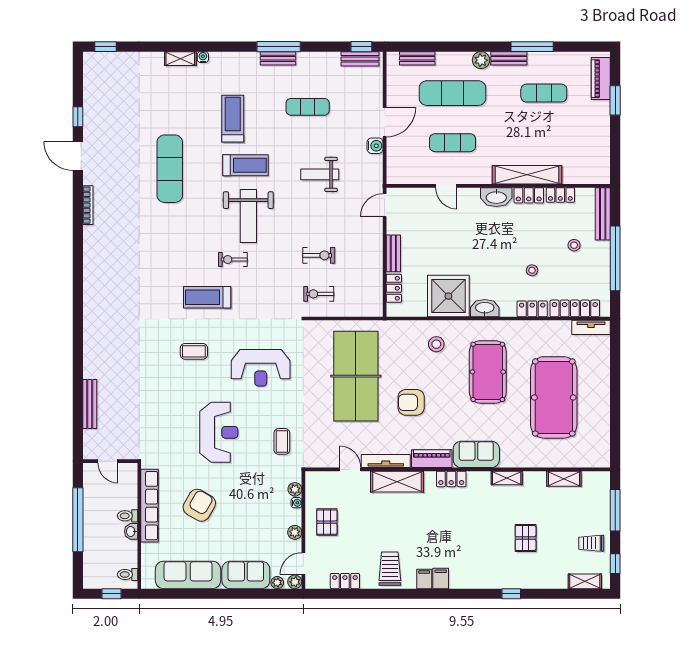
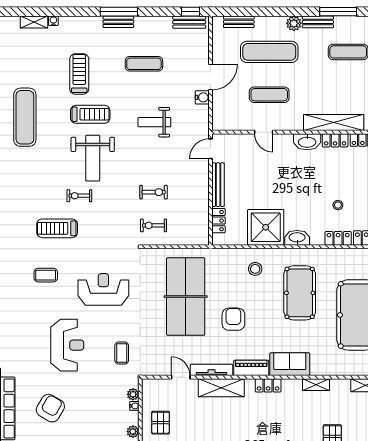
bench: (393, 253) -> (218, 185), width x1.36
reception desk: (261, 368) -> (103, 289), turned 180
armchair: (411, 402) -> (233, 319), turned 90

